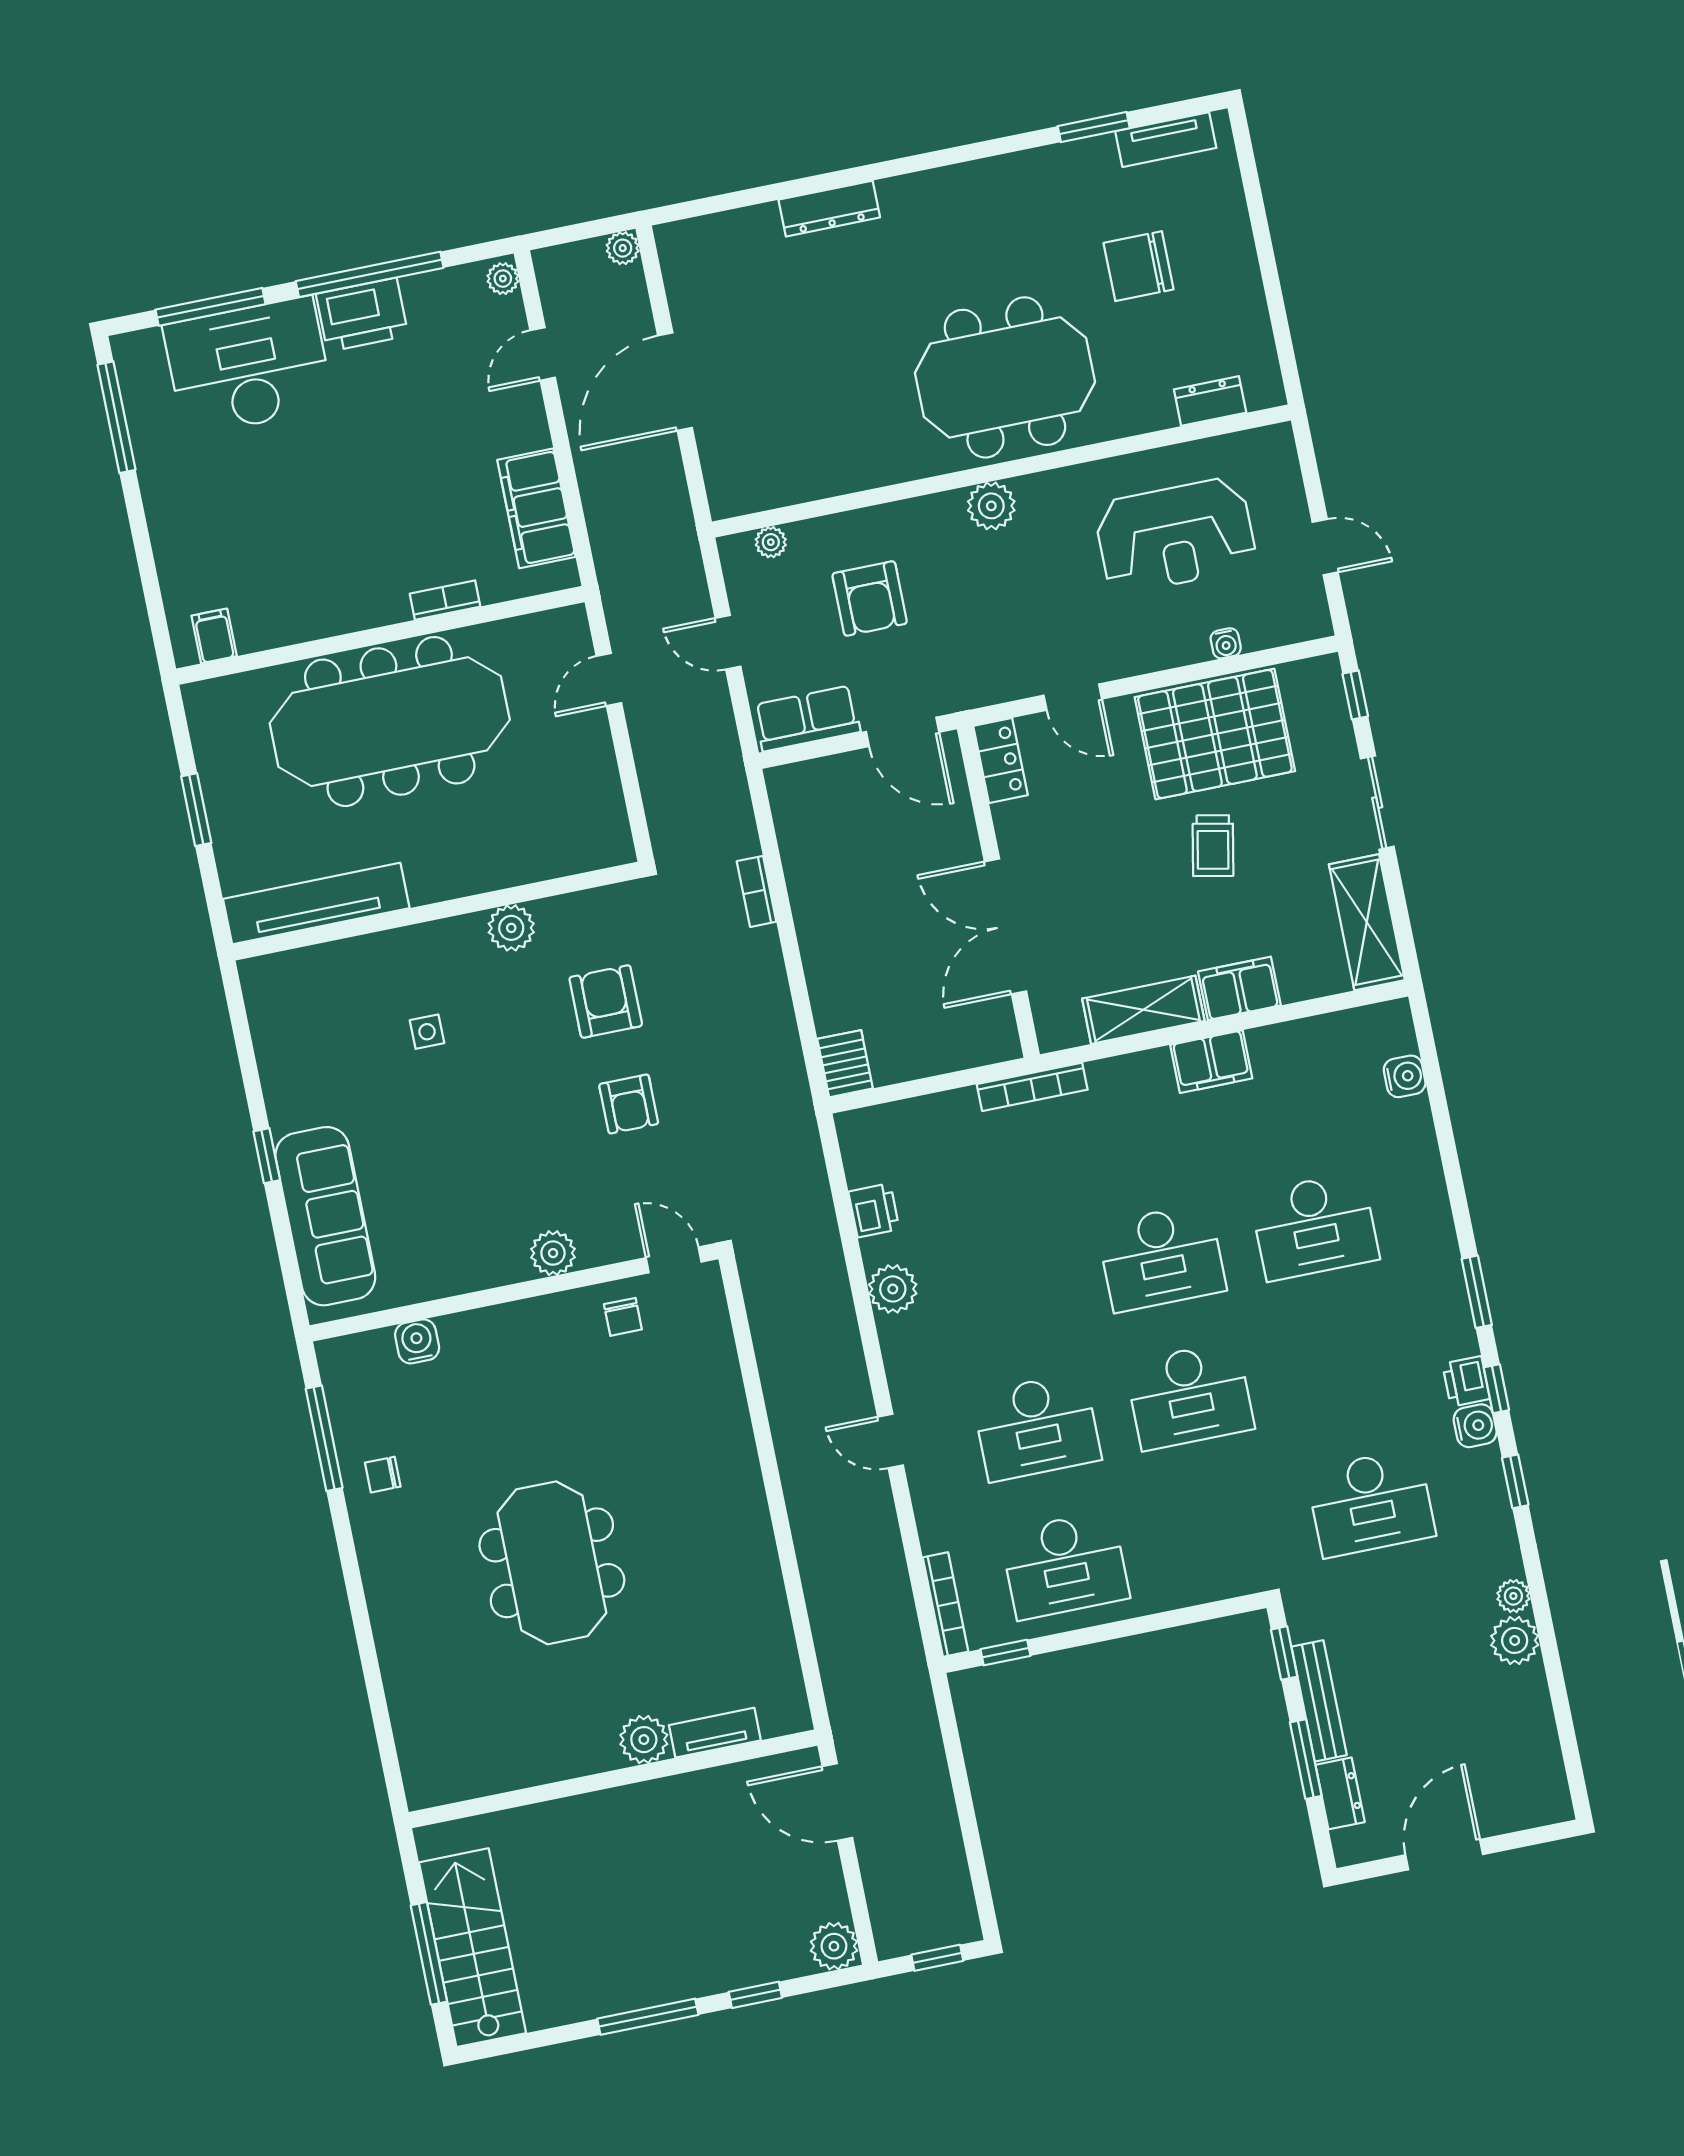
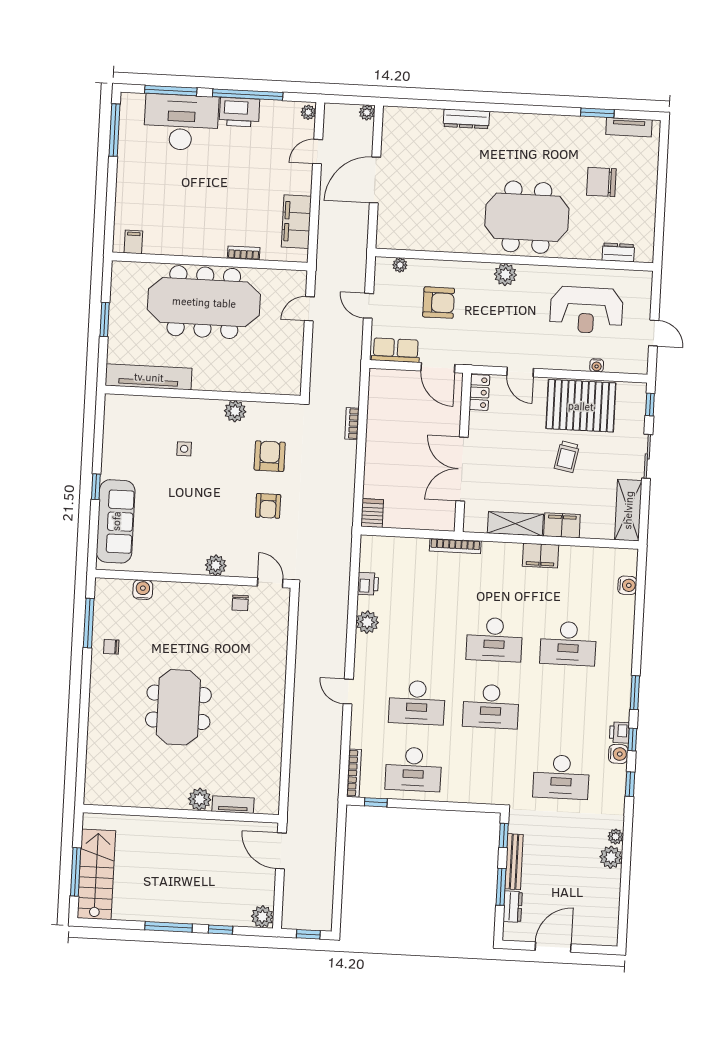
armchair: (870, 599) -> (439, 303), turned -90

